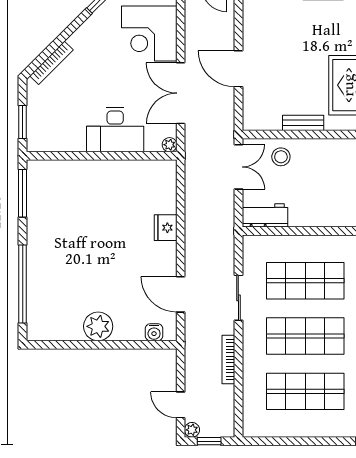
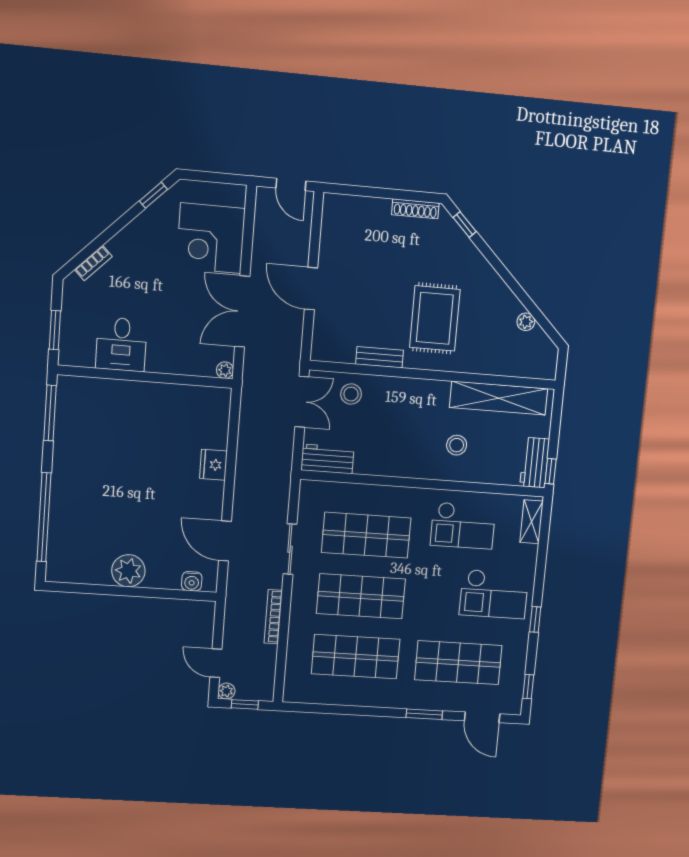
bookcase: (51, 63) -> (93, 263), width x0.64
desk: (115, 130) -> (121, 344), moved, width x0.73

